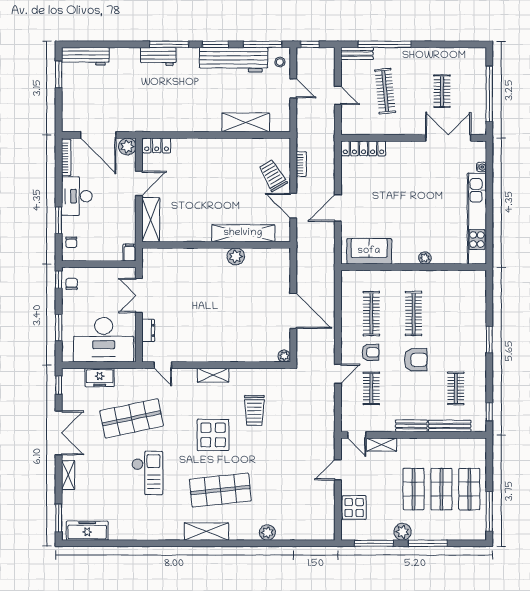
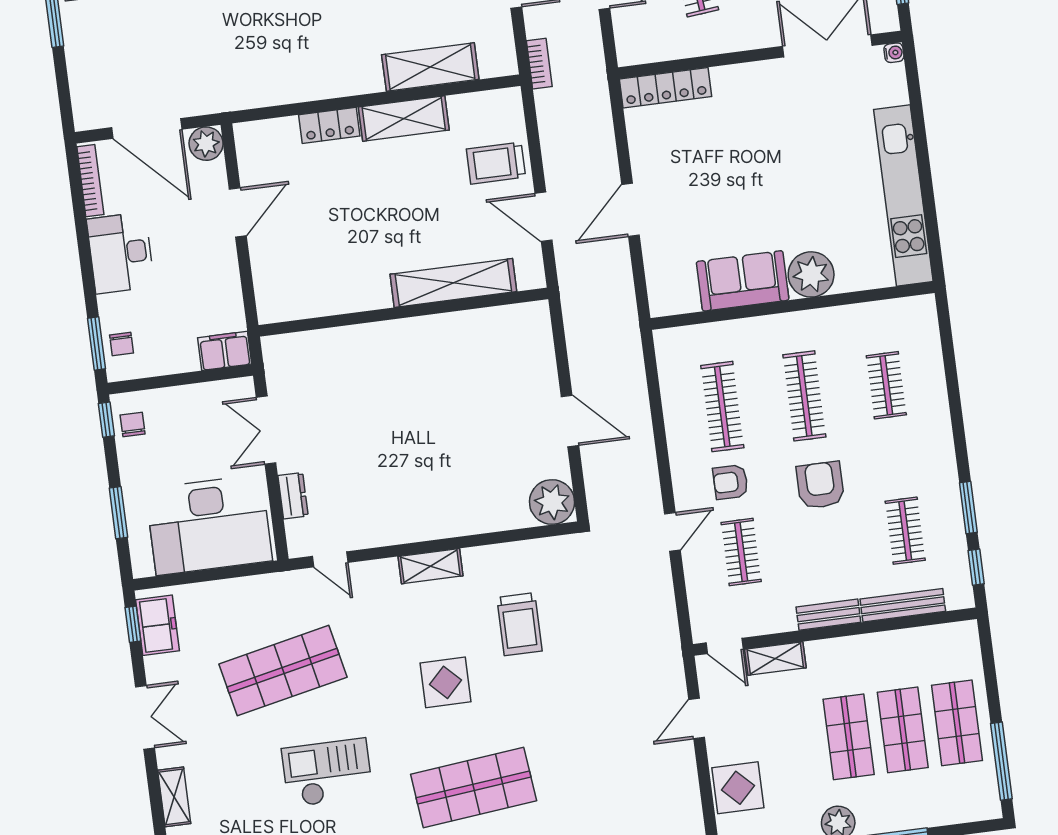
locker: (157, 145) -> (329, 125), moved
bookcase: (301, 164) -> (539, 64), moved
water cooler: (481, 167) -> (894, 53), moved
trolley: (273, 175) -> (496, 163), turned -60
window: (59, 220) -> (96, 343), moved
shelving: (151, 220) -> (404, 119), moved, turned 90
sofa: (369, 251) -> (743, 281), moved
filing cabinet: (129, 253) -> (225, 351), width x2.00
plant: (236, 256) -> (445, 330), removed
plant: (425, 258) -> (811, 274), width x1.88, depth x1.88
door: (293, 311) -> (570, 421), width x0.73
clothes rail: (456, 314) -> (886, 385), added
window: (489, 340) -> (968, 507), moved
armchair: (370, 352) -> (730, 482), turned 180
plant: (284, 356) -> (552, 502), width x1.88, depth x1.88
armchair: (416, 360) -> (820, 485), turned -90
freezer: (100, 377) -> (157, 625), moved, turned -90
double door: (59, 433) -> (145, 717), width x0.73
display table: (213, 435) -> (445, 682), width x0.73, depth x0.73
checkout: (147, 473) -> (327, 773), turned -90

